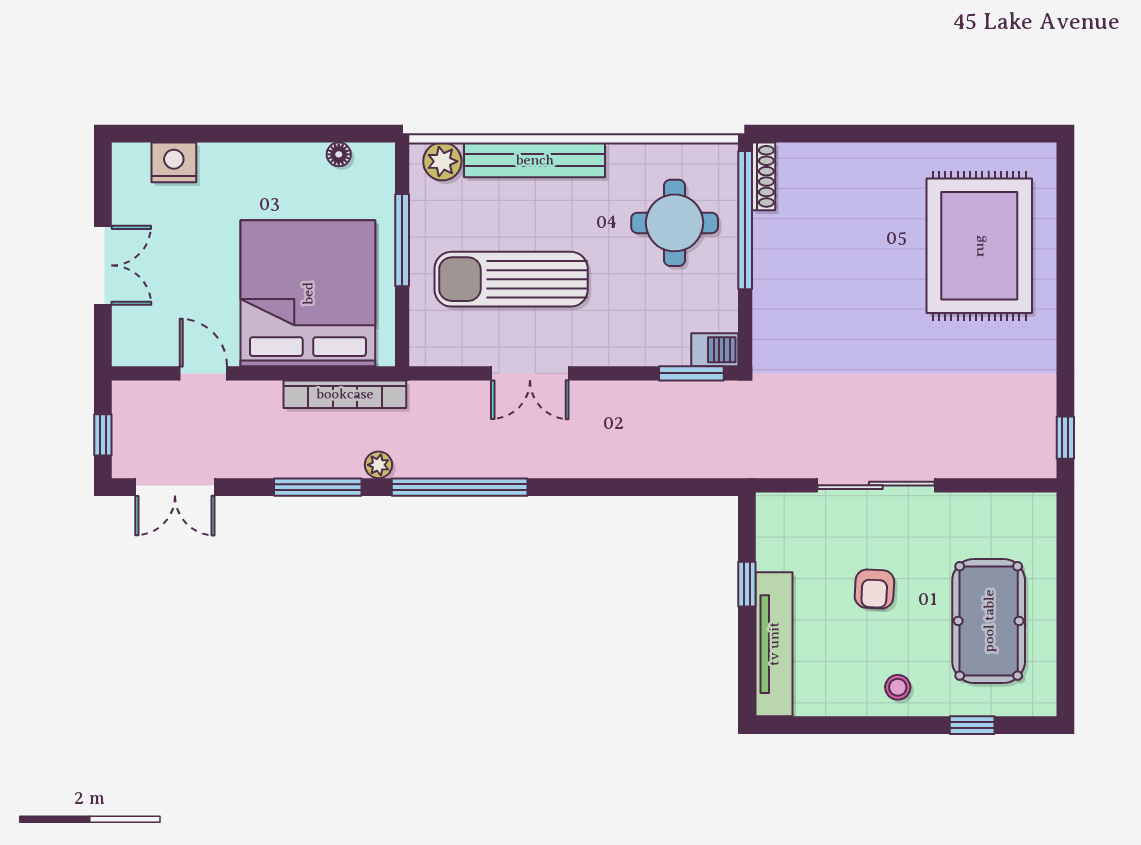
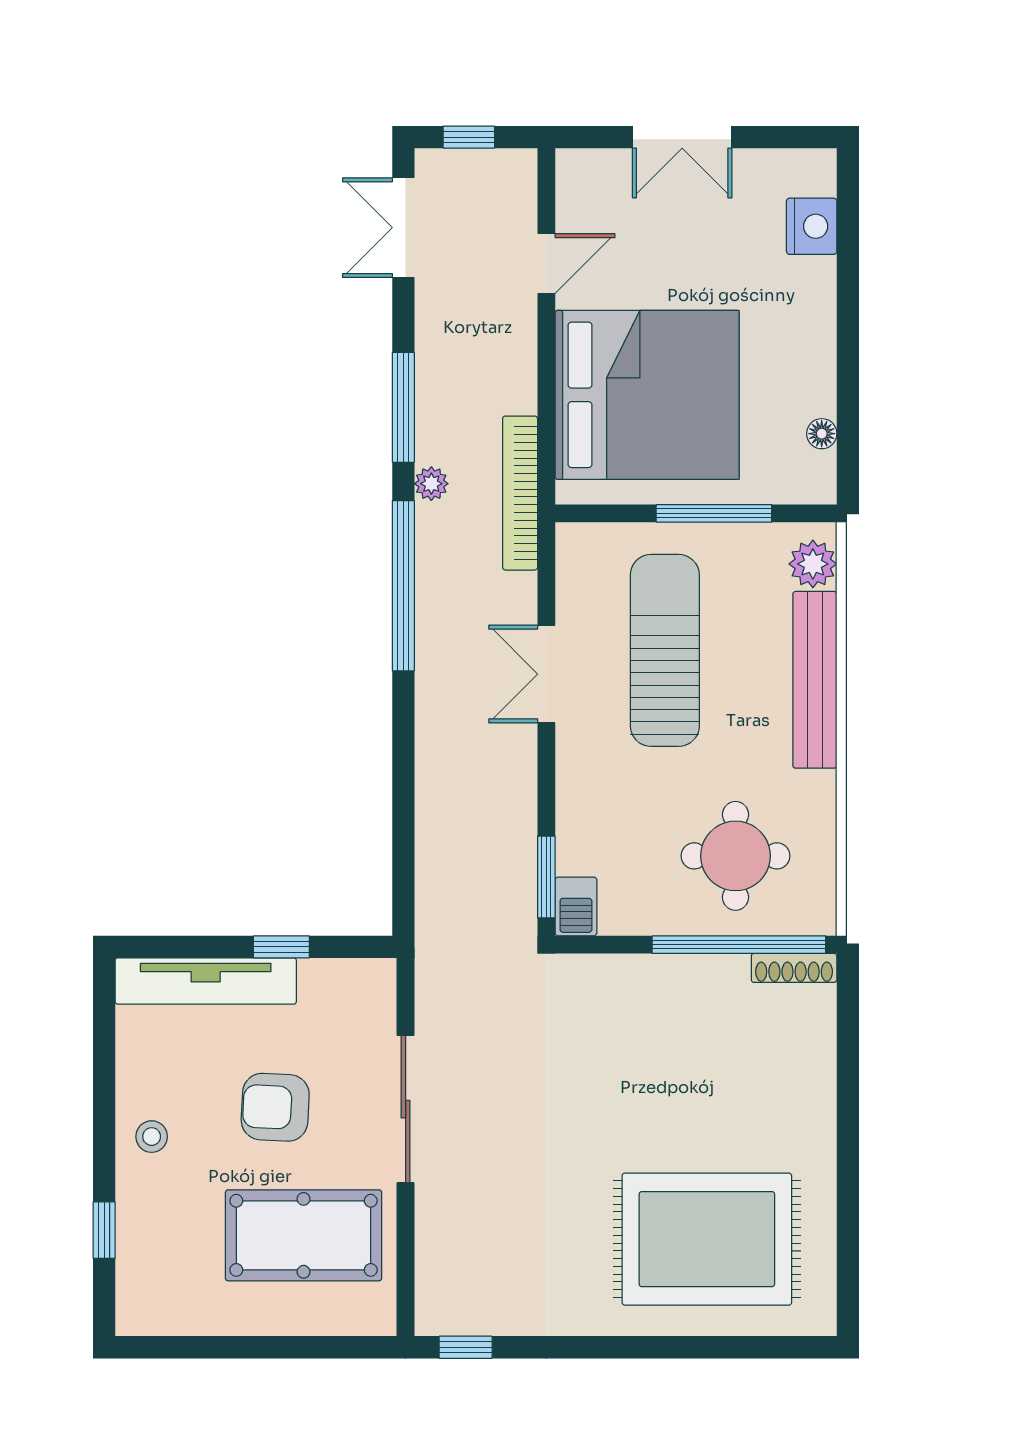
bookcase: (345, 394) -> (520, 493), moved
armchair: (874, 589) -> (275, 1107), width x1.38, depth x1.38
pool table: (989, 621) -> (304, 1235), moved

